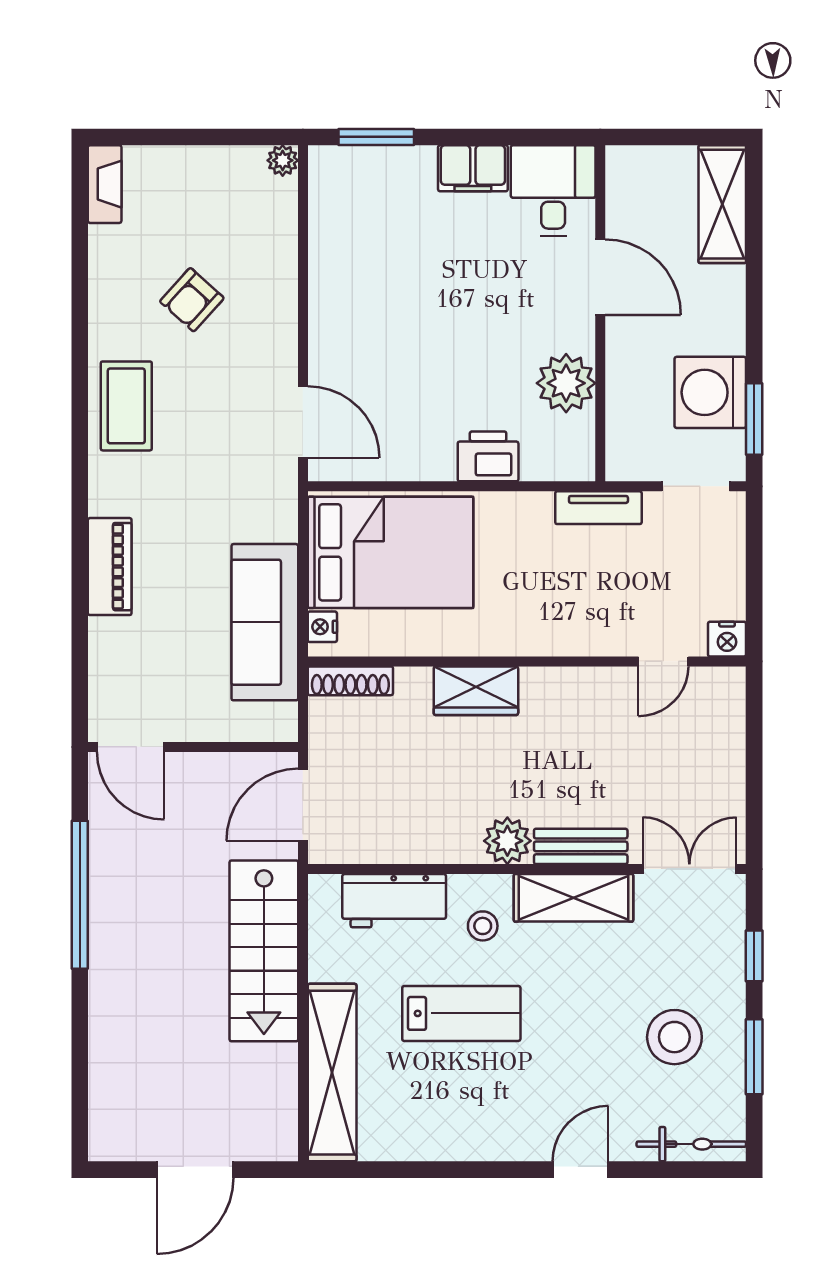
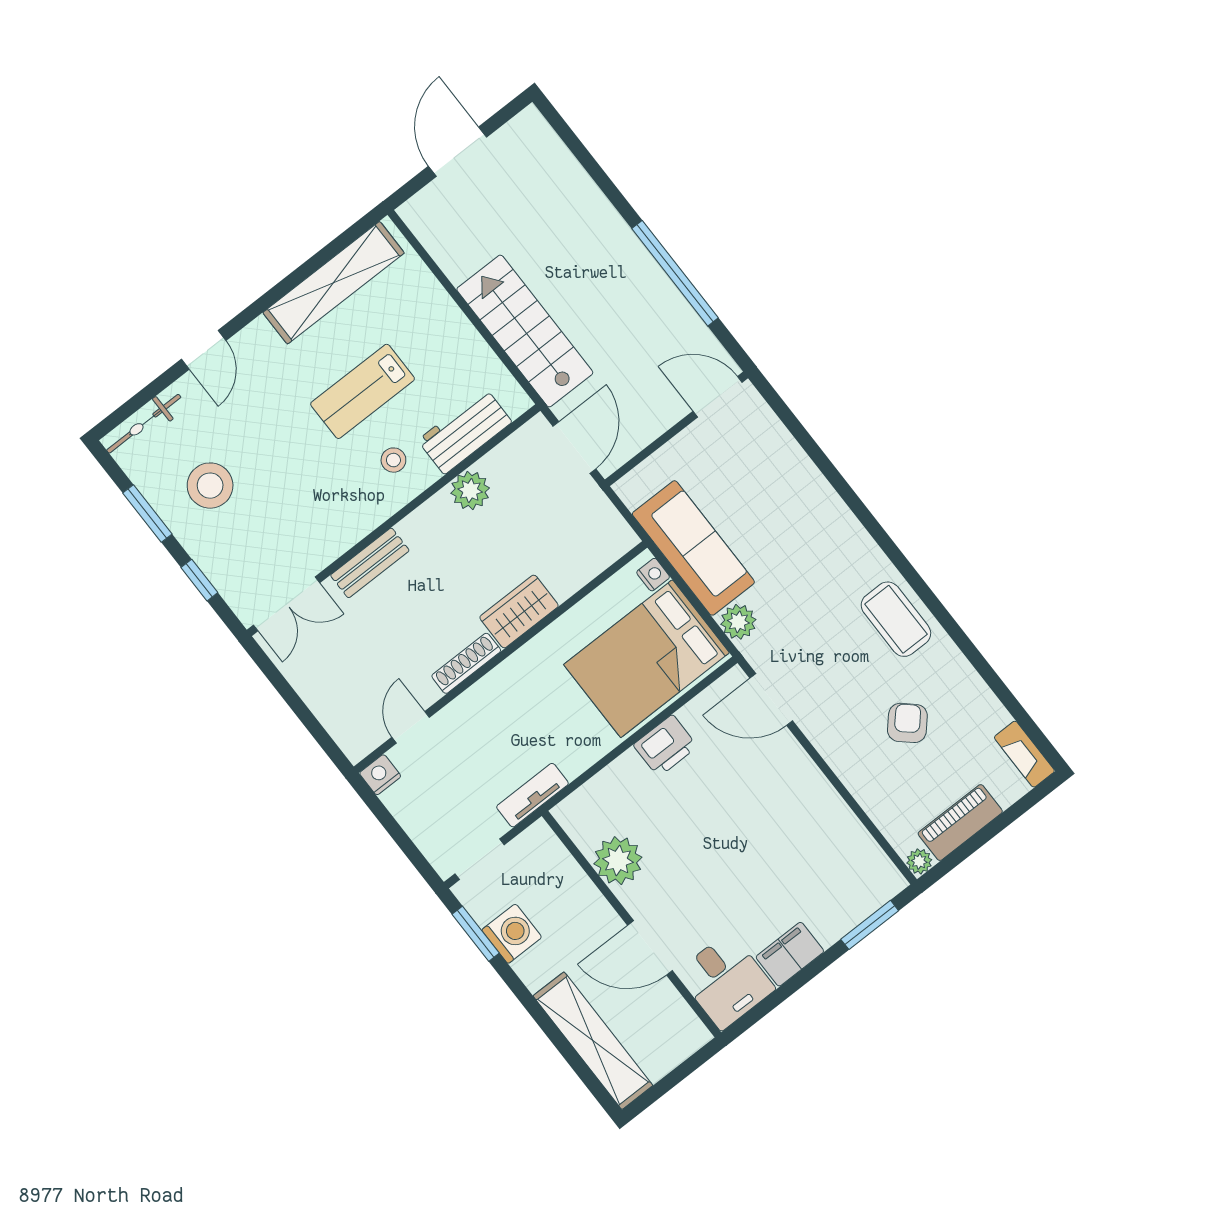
shelving: (722, 204) -> (593, 1041), width x1.47
washing machine: (710, 392) -> (512, 934), width x0.73, depth x0.73
printer: (488, 456) -> (665, 746), moved
plant: (277, 519) -> (738, 622), added
piano: (110, 567) -> (960, 823), moved, turned 90
shoe rack: (350, 681) -> (466, 663), moved
plant: (507, 841) -> (470, 491), moved
shelving: (573, 898) -> (348, 525), removed
shelving: (332, 1073) -> (334, 283), moved, turned 90

